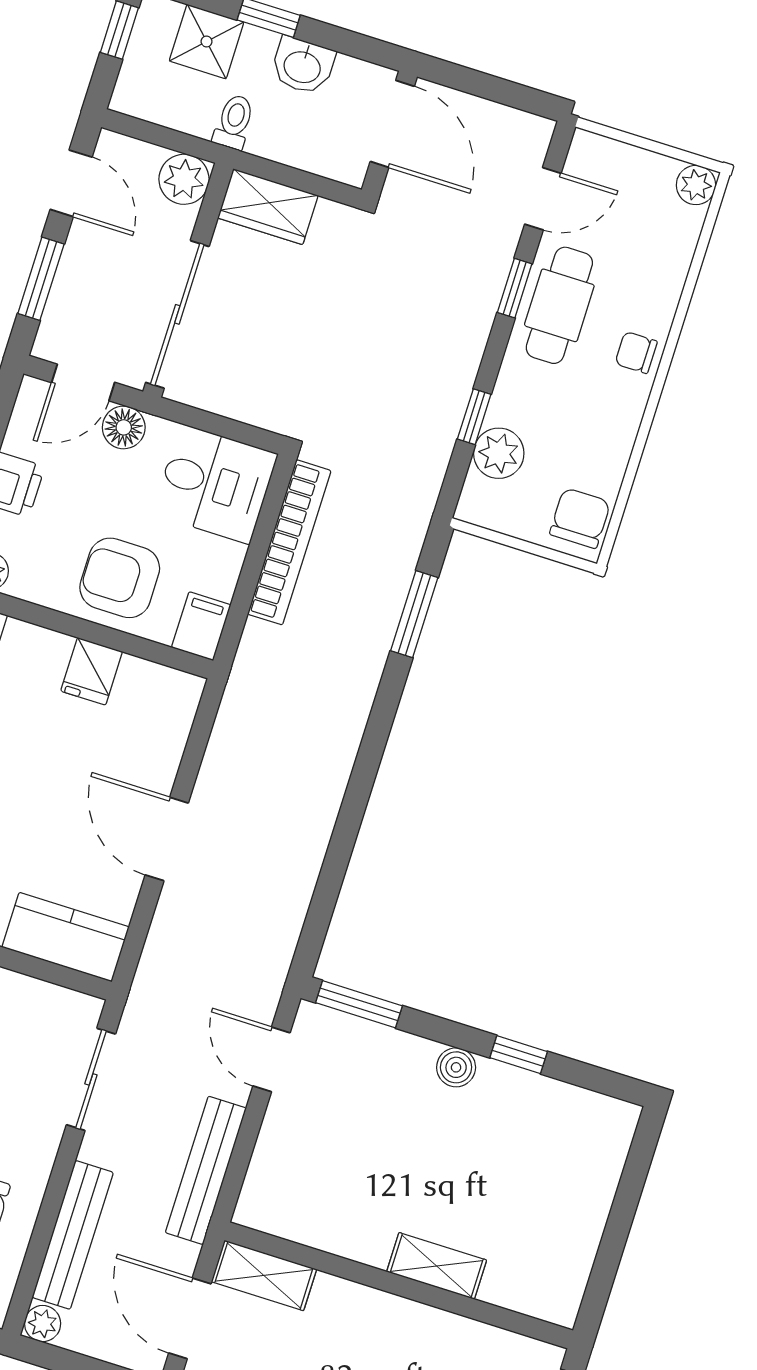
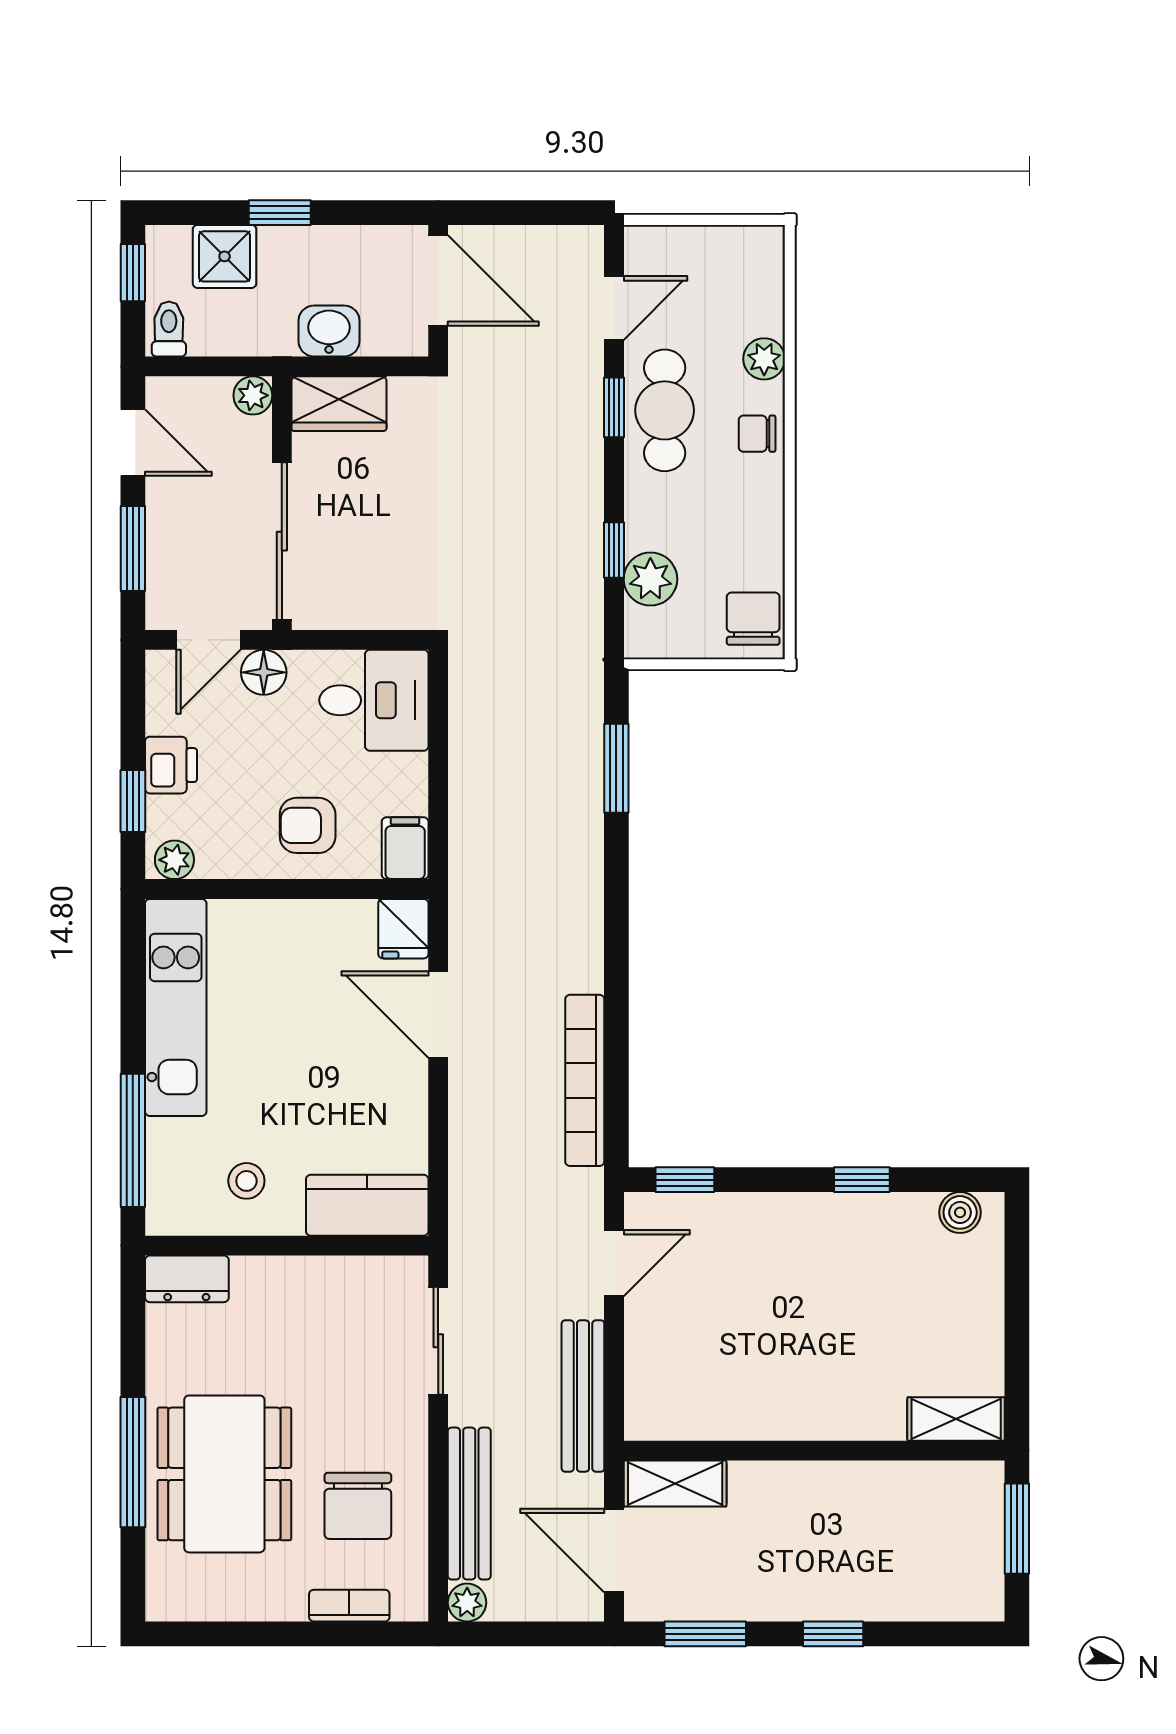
washbasin: (303, 66) -> (329, 331), moved, turned 180
toilet: (234, 122) -> (169, 329), moved
plant: (184, 179) -> (253, 395), width x0.73, depth x0.73
plant: (696, 185) -> (764, 359), moved
bookcase: (289, 542) -> (585, 1080), moved, turned 180
armchair: (120, 578) -> (308, 825), width x0.72, depth x0.72
fridge: (92, 671) -> (403, 929), moved
door: (167, 839) -> (438, 1015), moved
window: (359, 1004) -> (685, 1180), width x0.67
door: (272, 1059) -> (614, 1263), swing flipped
boiler: (456, 1067) -> (960, 1212), moved
shelving: (437, 1266) -> (956, 1419), moved

